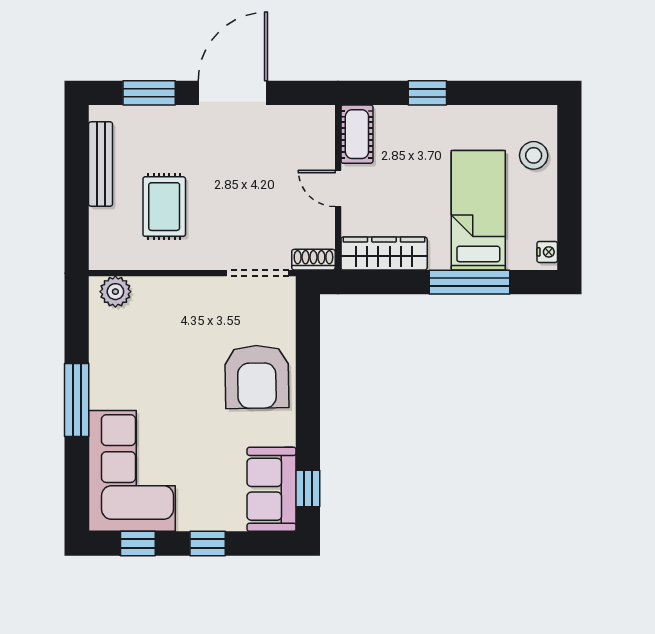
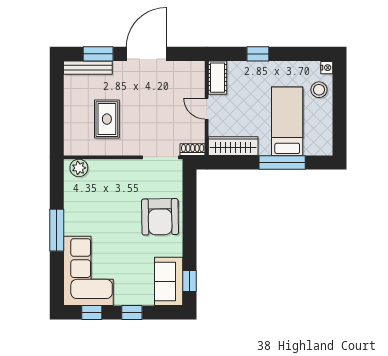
bench: (101, 164) -> (88, 68), moved, turned 90
nightstand: (547, 252) -> (327, 68), moved

